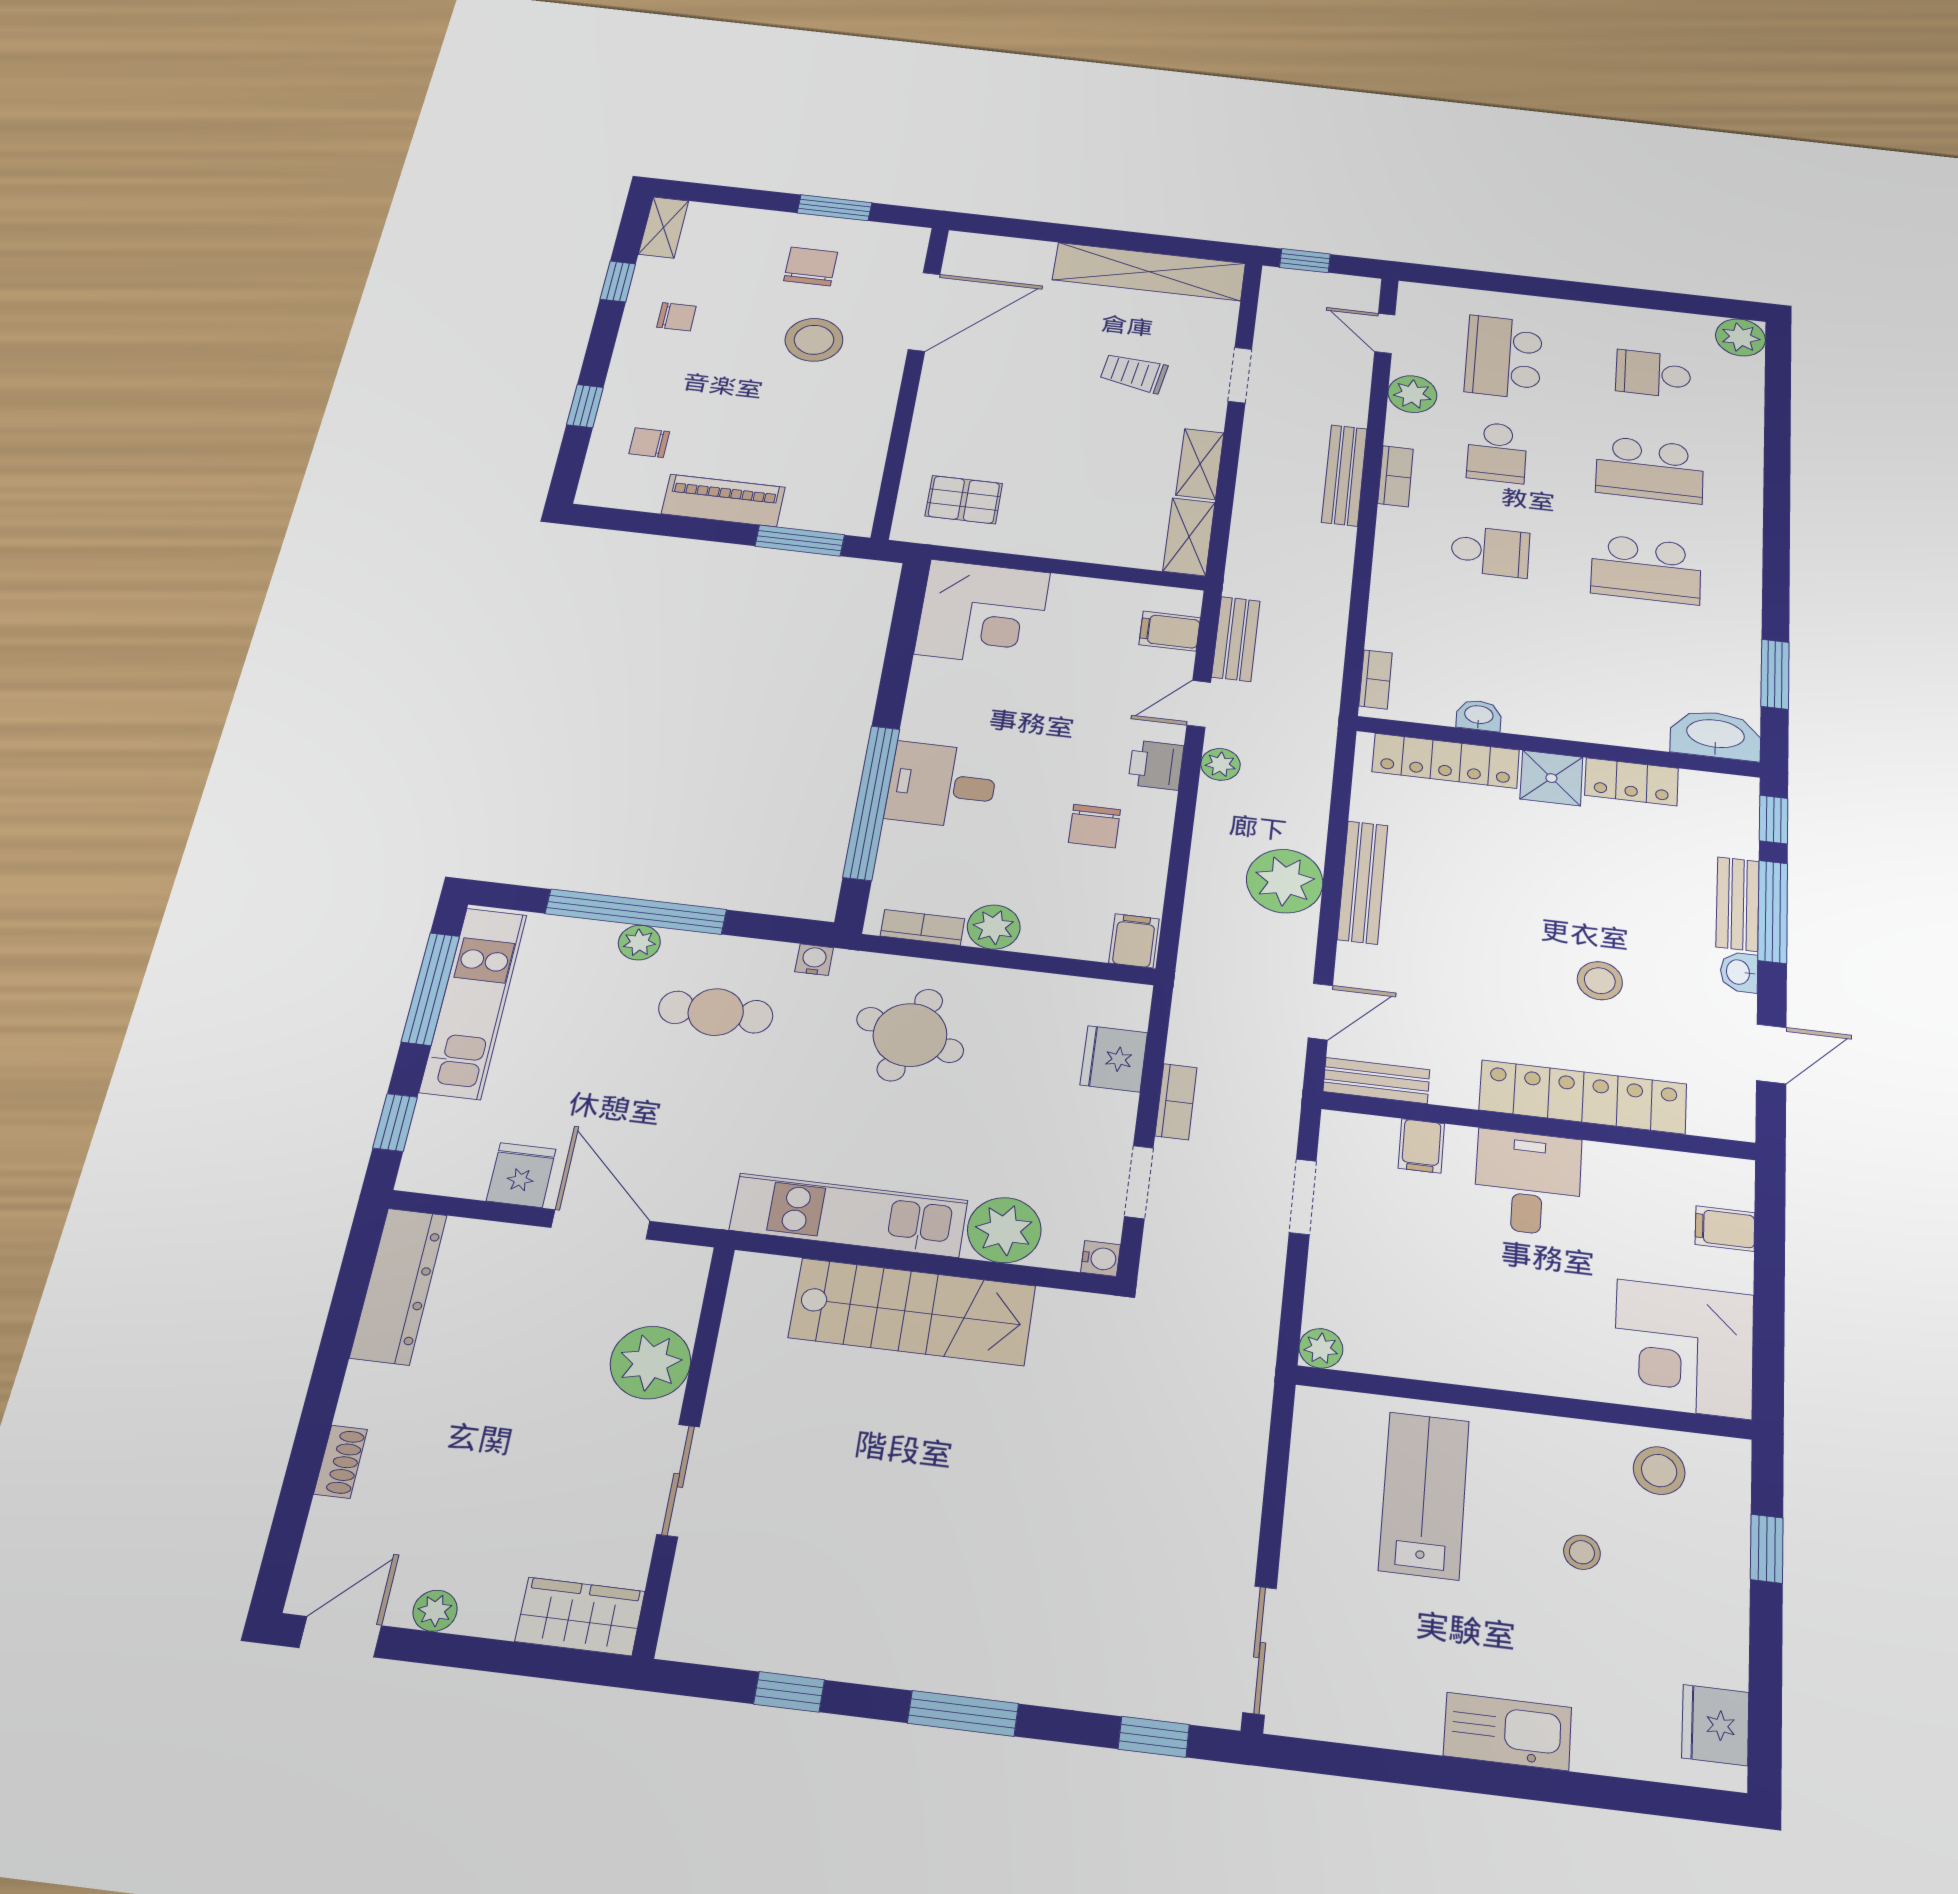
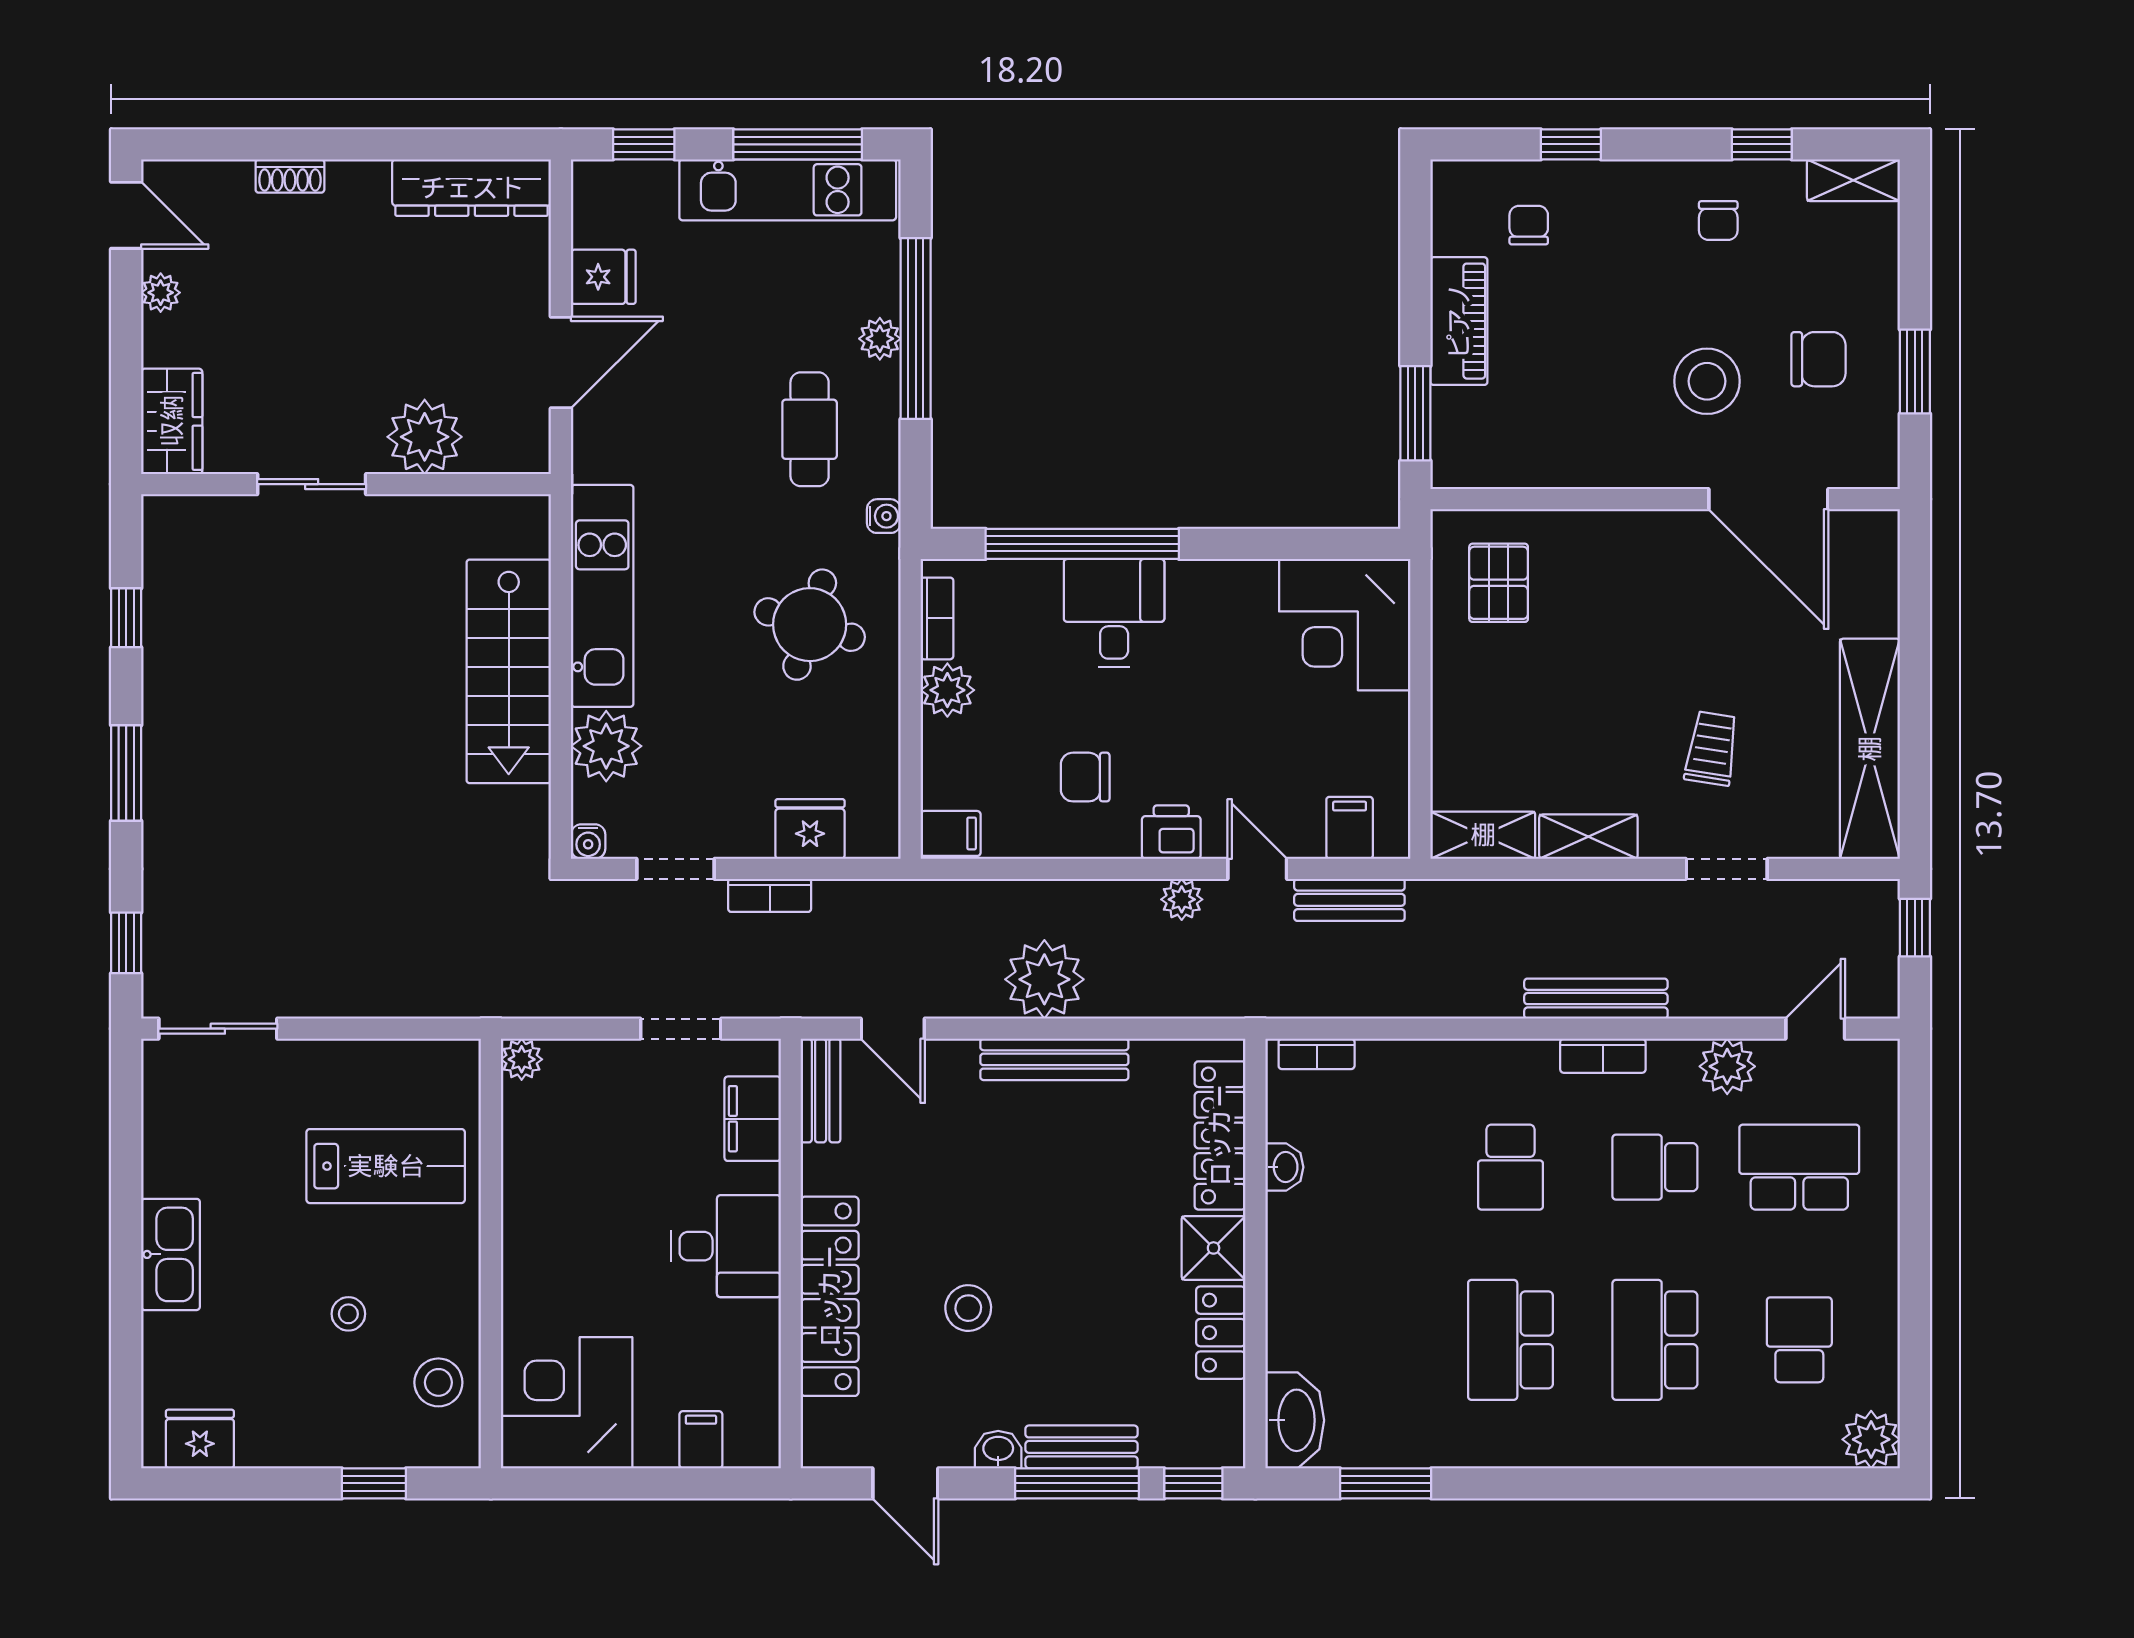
filing cabinet: (1421, 1146) -> (753, 1119), width x2.00

